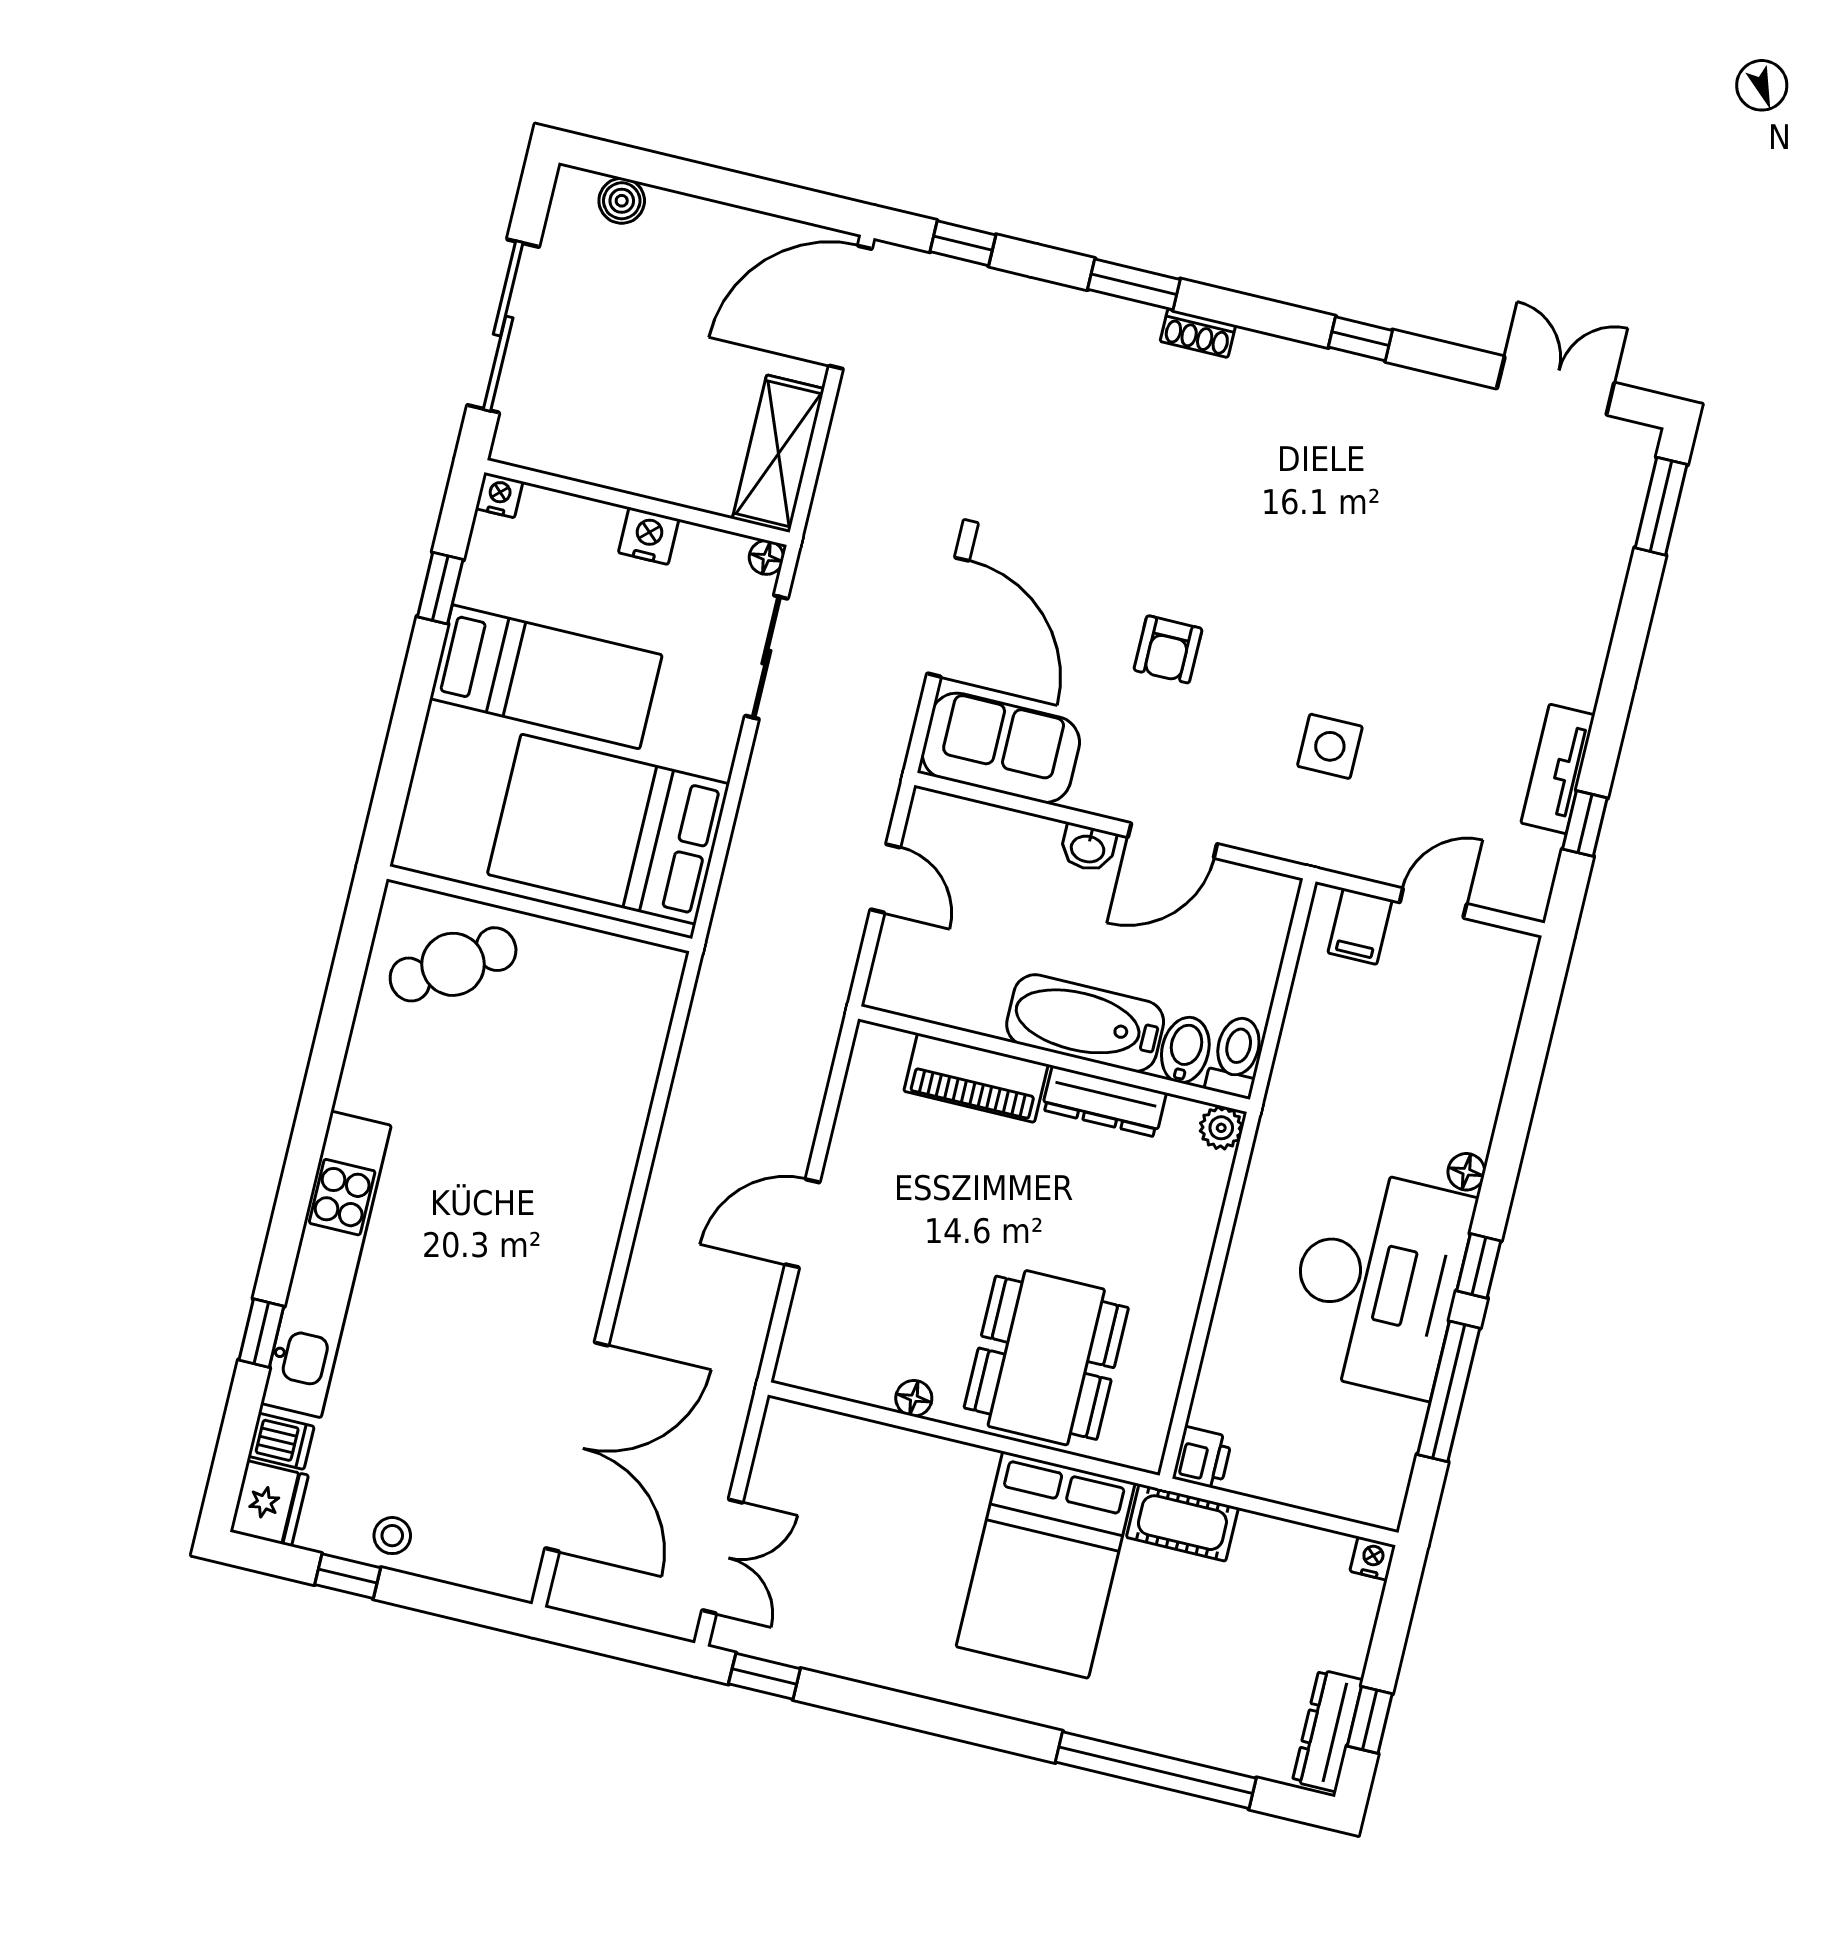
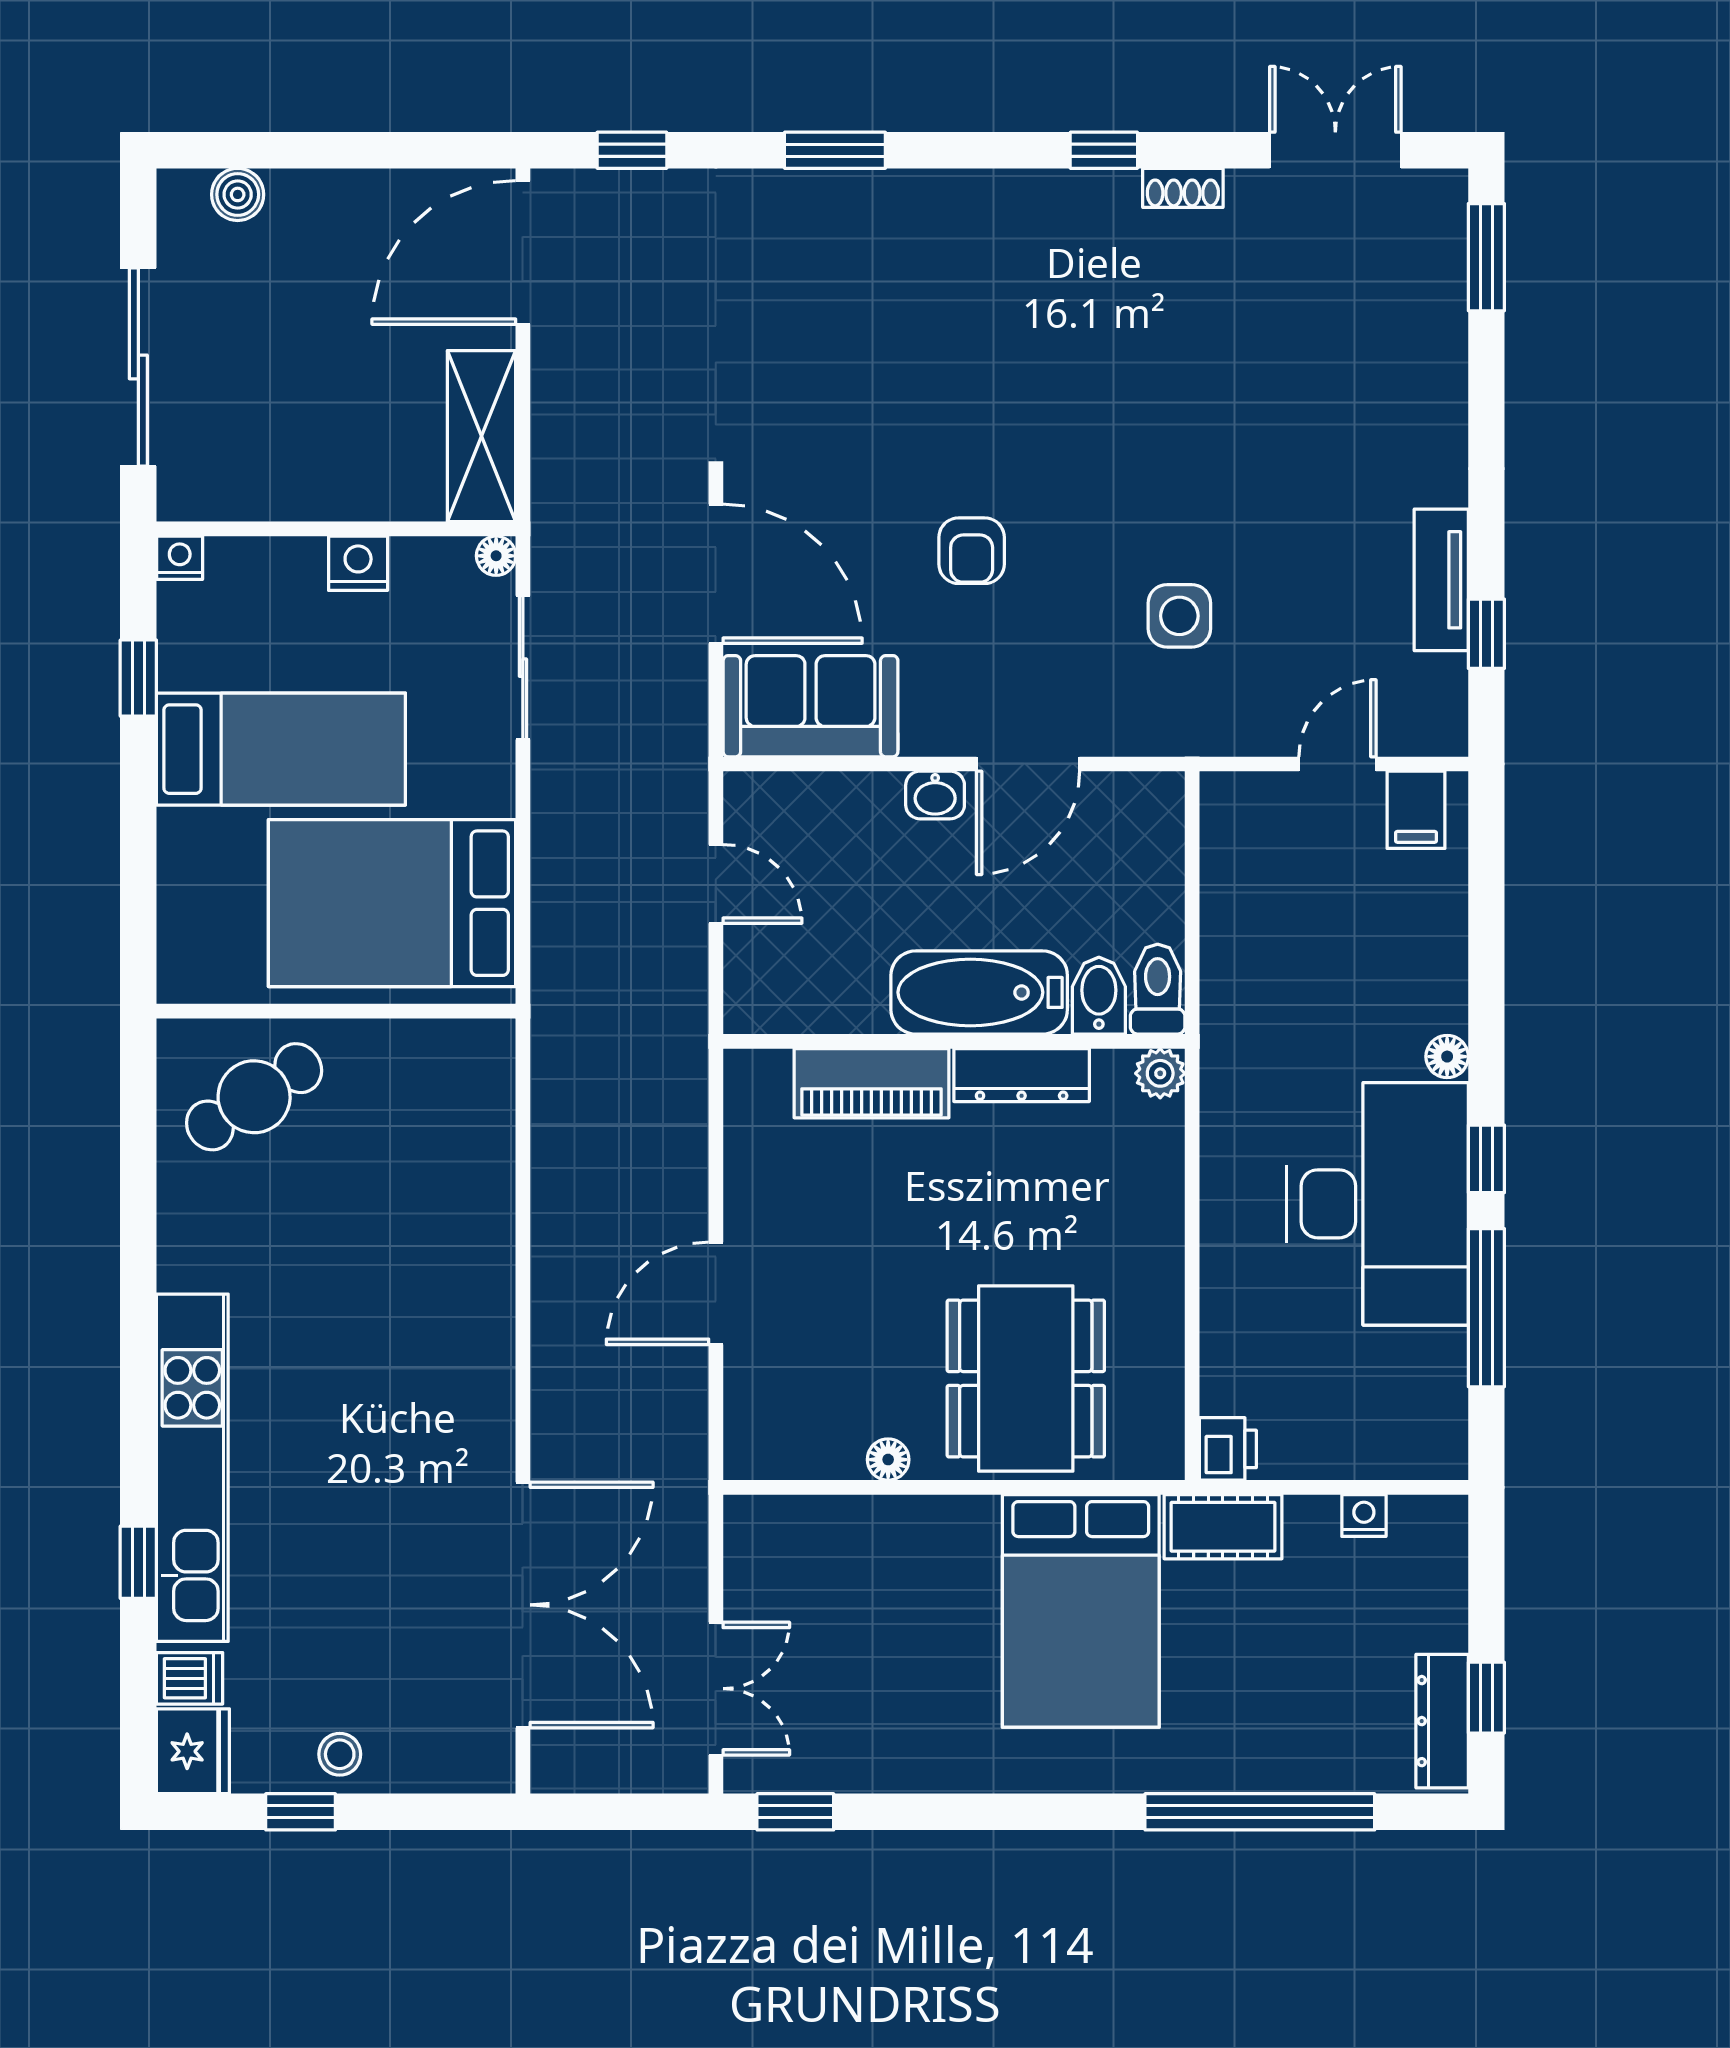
shoe rack: (1198, 333) -> (1183, 188), moved
filing cabinet: (1360, 926) -> (1416, 810), moved
nightstand: (1373, 1558) -> (1364, 1516), moved

